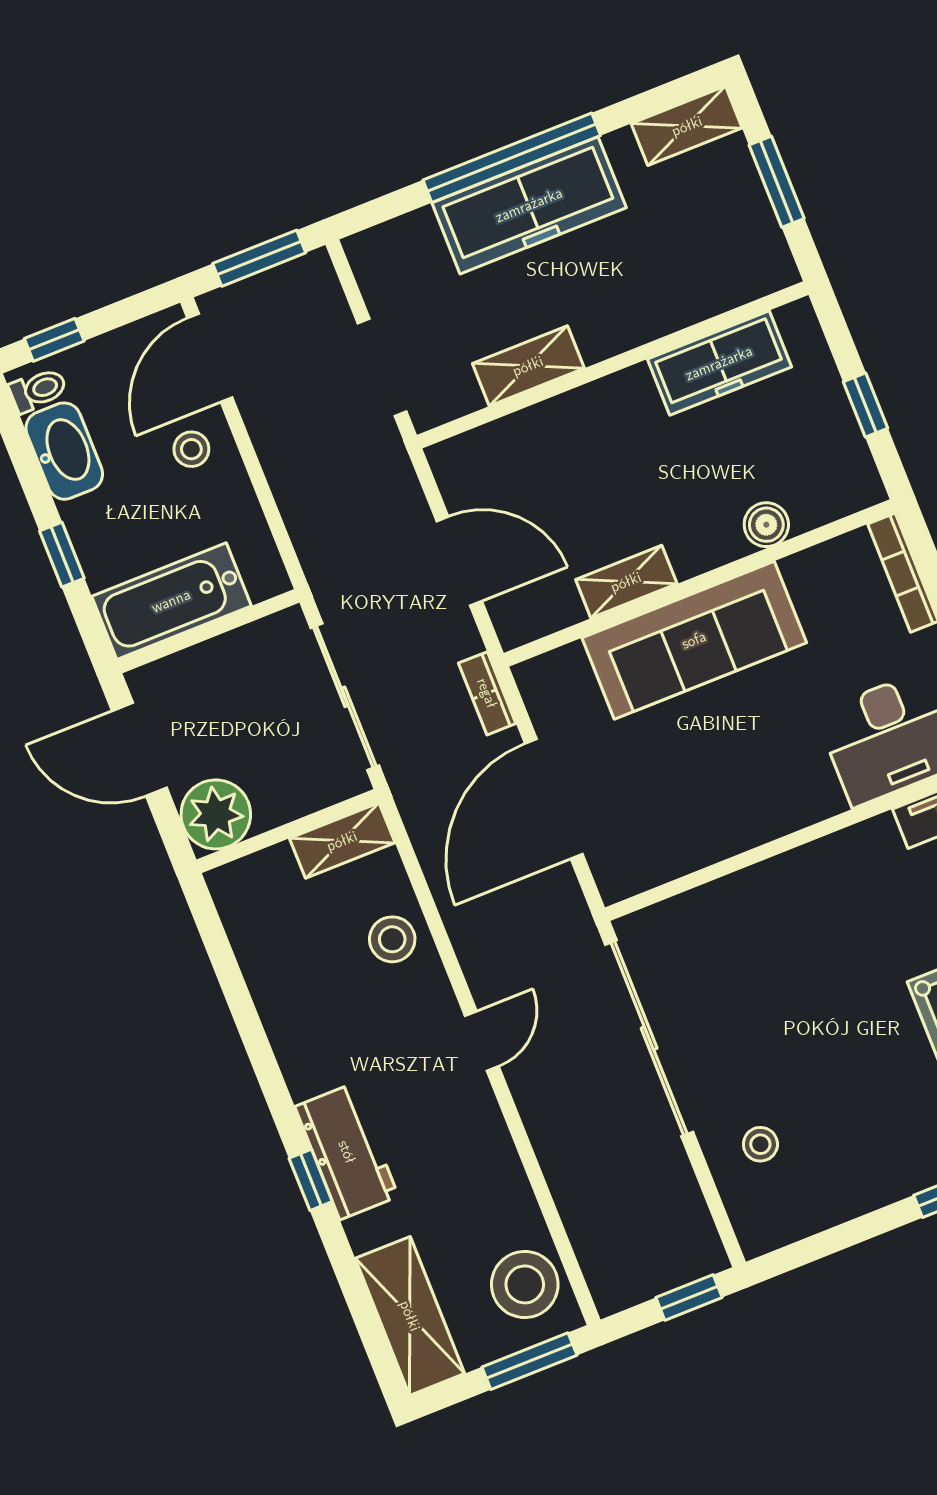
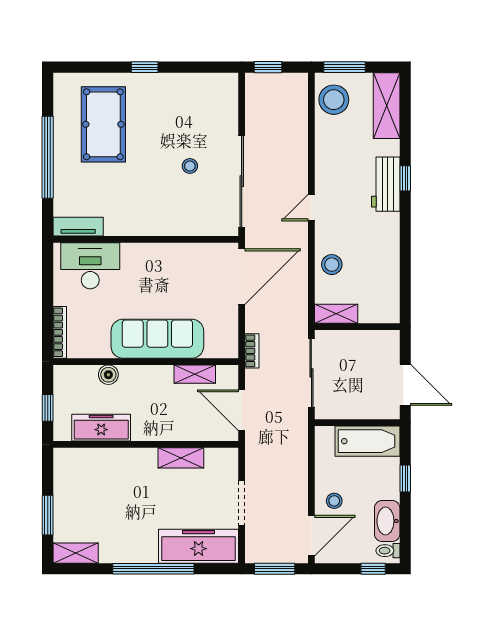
freezer: (529, 205) -> (199, 546), moved
freezer: (719, 363) -> (101, 428), moved
wall: (613, 365) -> (146, 444), moved
shelving: (528, 366) -> (181, 458), moved
shelving: (626, 582) -> (195, 374), moved
door: (554, 799) -> (242, 277), moved
plant: (216, 814) -> (384, 345), removed
stool: (760, 1144) -> (190, 166), moved

